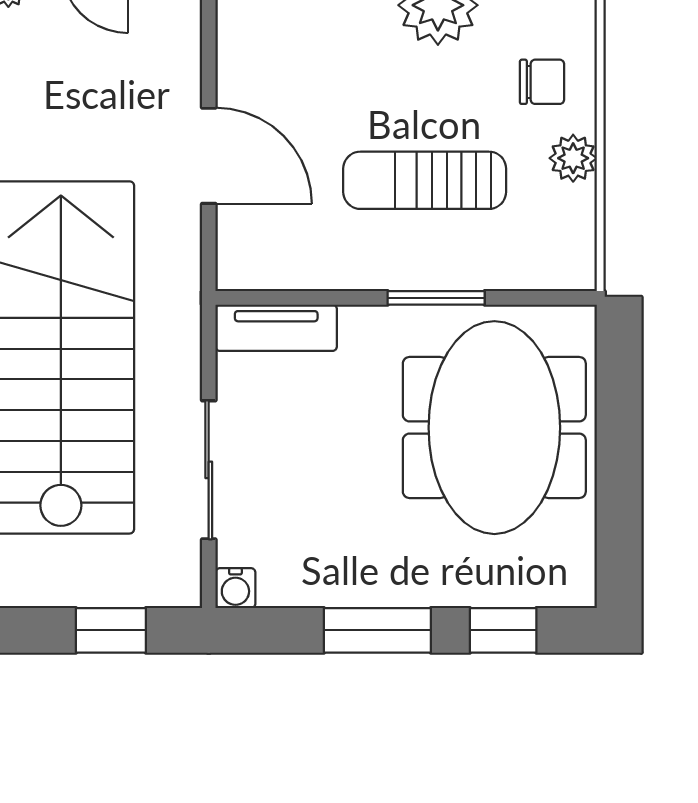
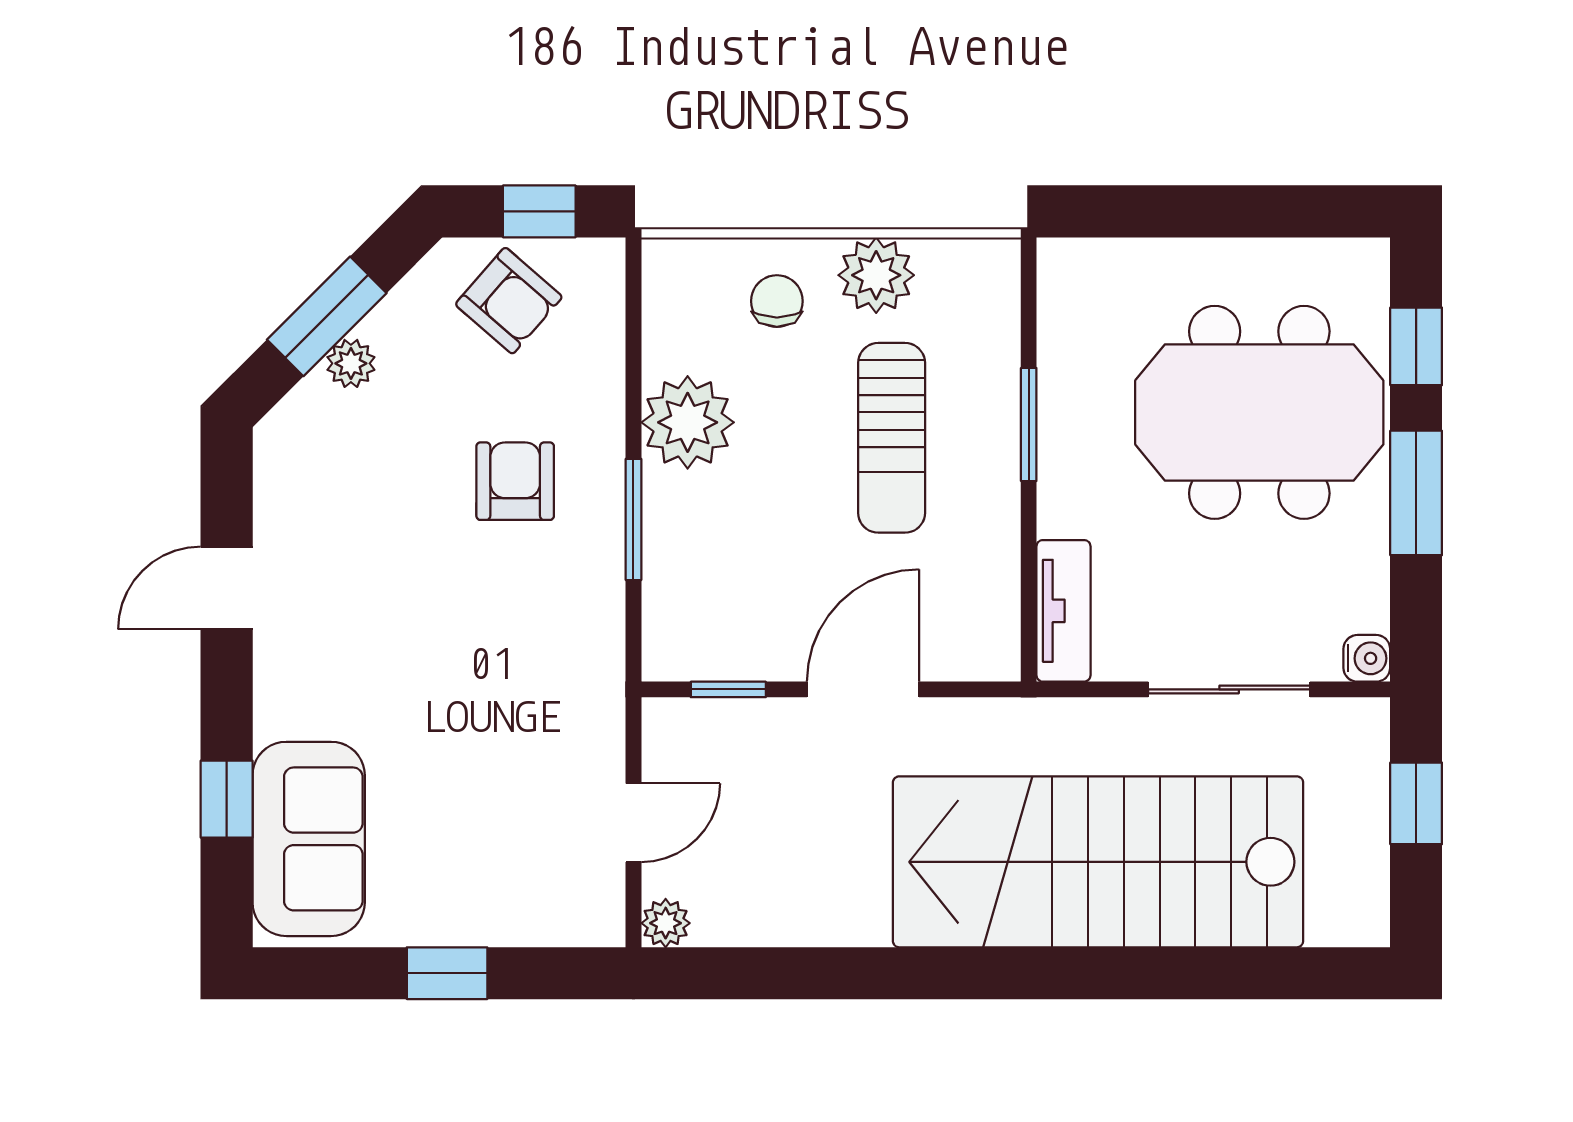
window: (209, 40) -> (728, 689), added
plant: (573, 158) -> (876, 275), width x1.38, depth x1.38
meeting table: (494, 428) -> (1259, 412), moved

